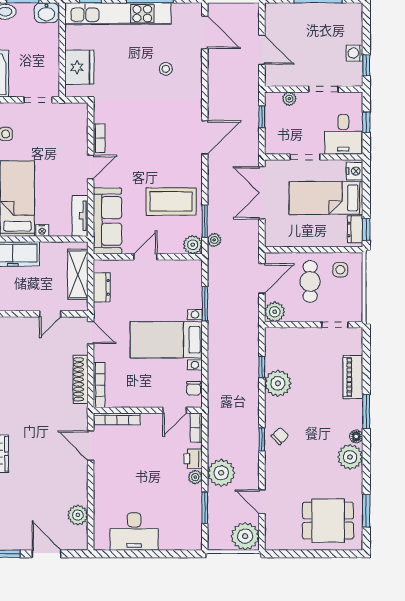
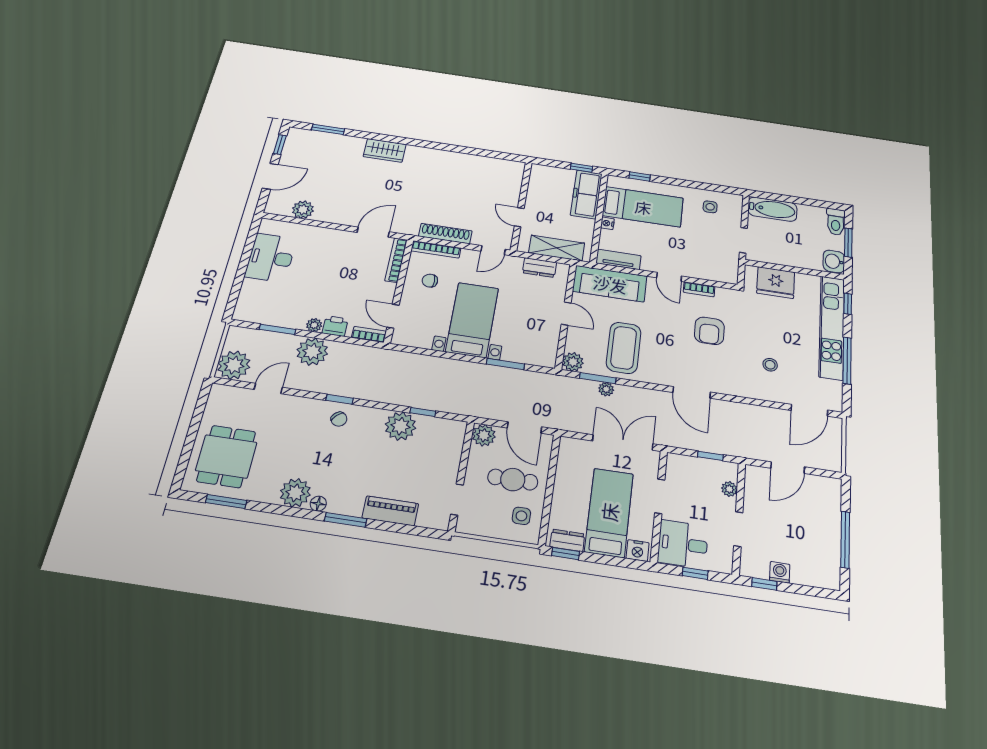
armchair: (141, 126) -> (709, 331), added
plant: (214, 240) -> (606, 389), moved
chair: (194, 388) -> (430, 281), moved

